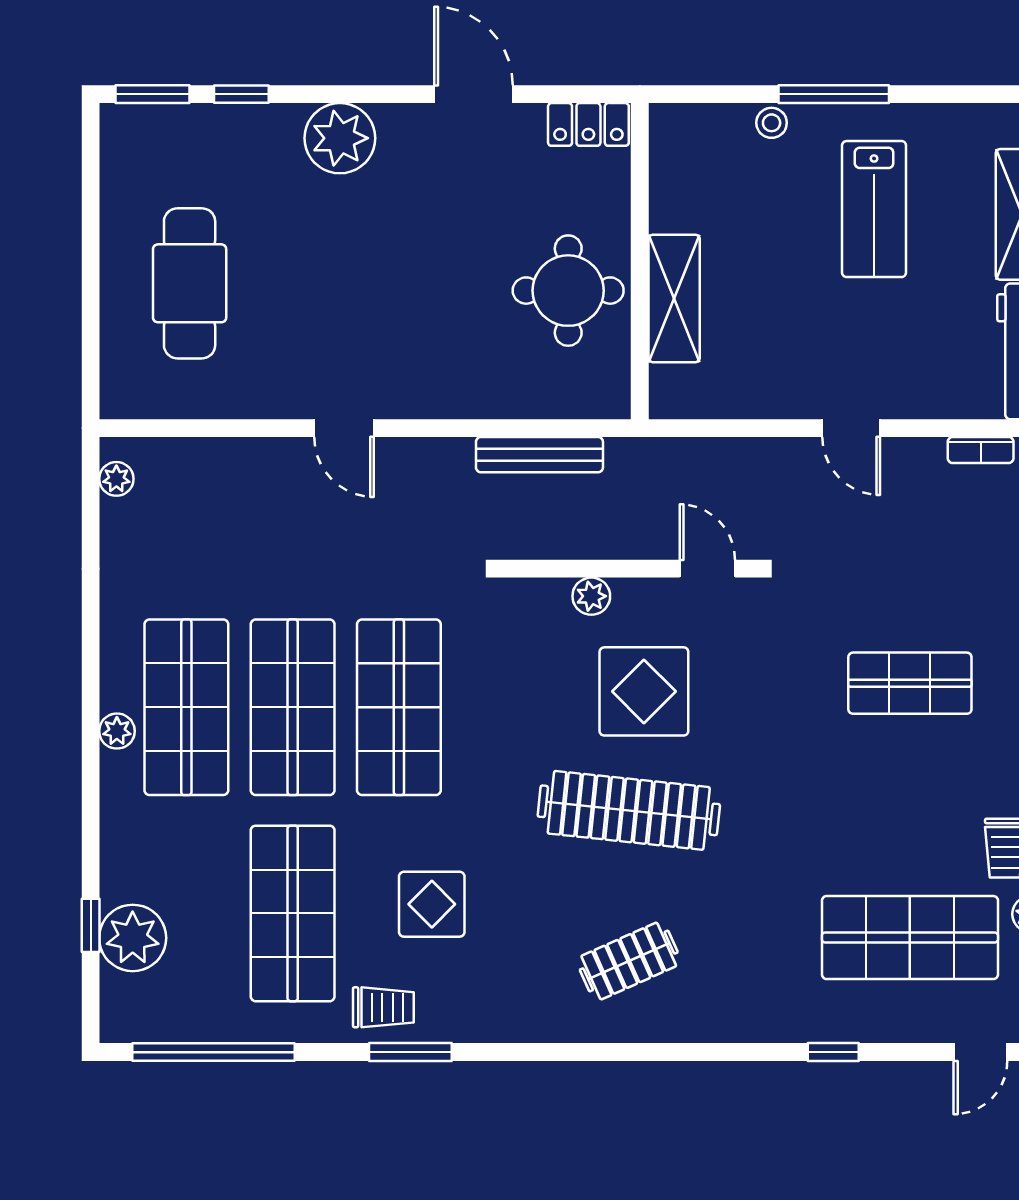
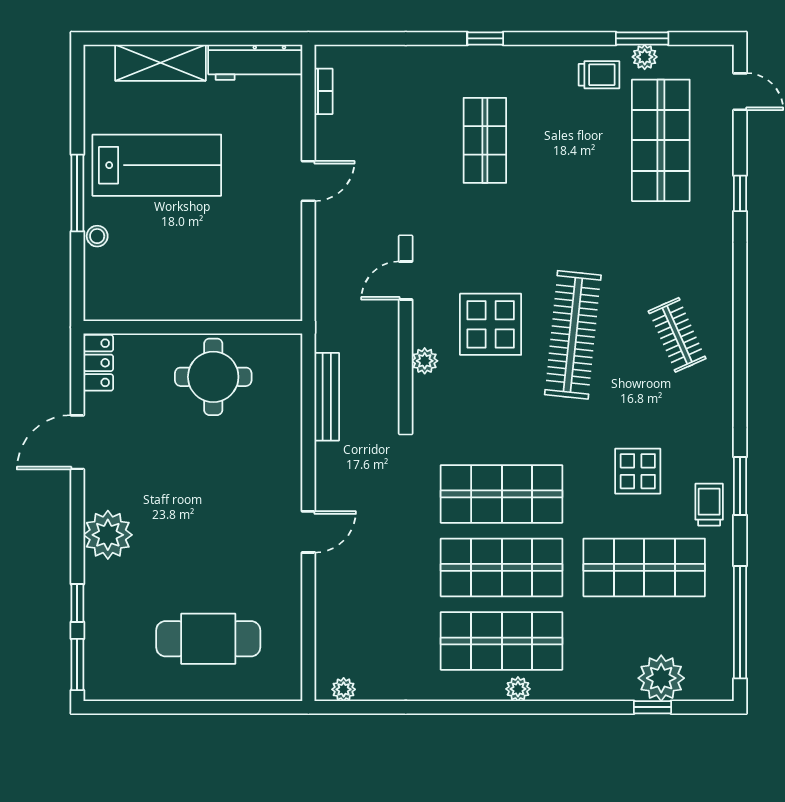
lab bench: (874, 209) -> (157, 165), width x1.36, depth x1.39
shelving: (674, 298) -> (219, 304), removed

